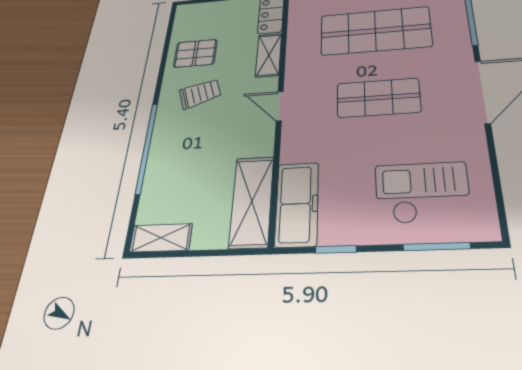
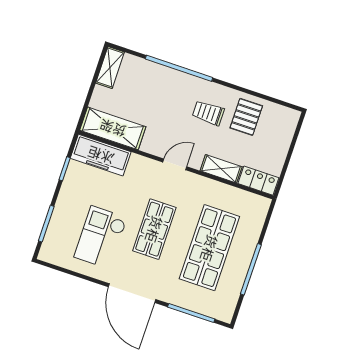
trolley: (200, 94) -> (208, 113), turned 108
checkout: (422, 192) -> (101, 237), moved, turned 180

